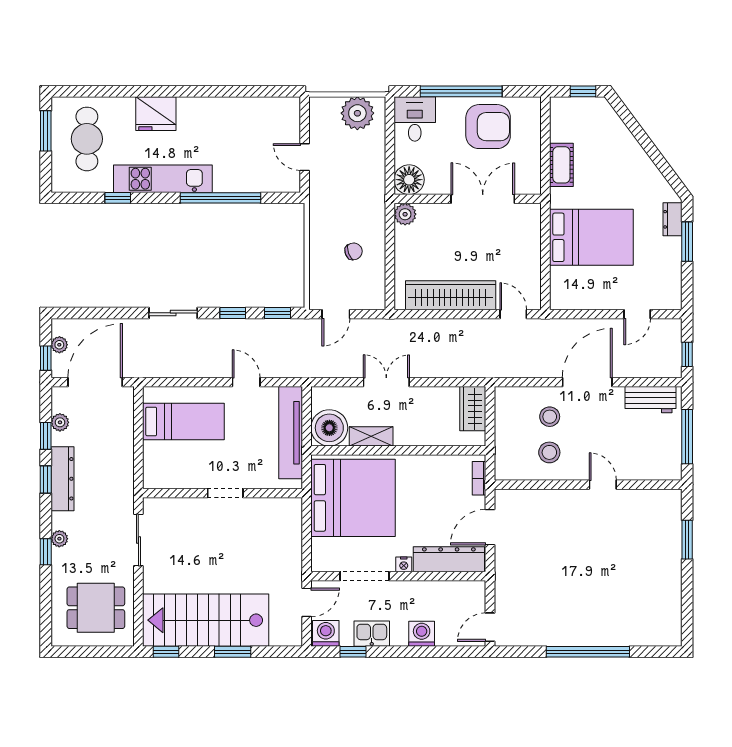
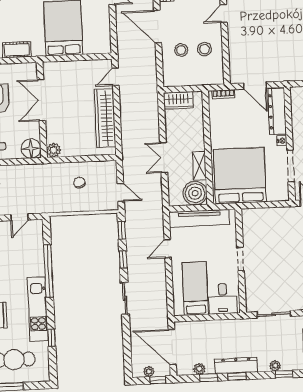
desk: (166, 463) -> (223, 299), added

